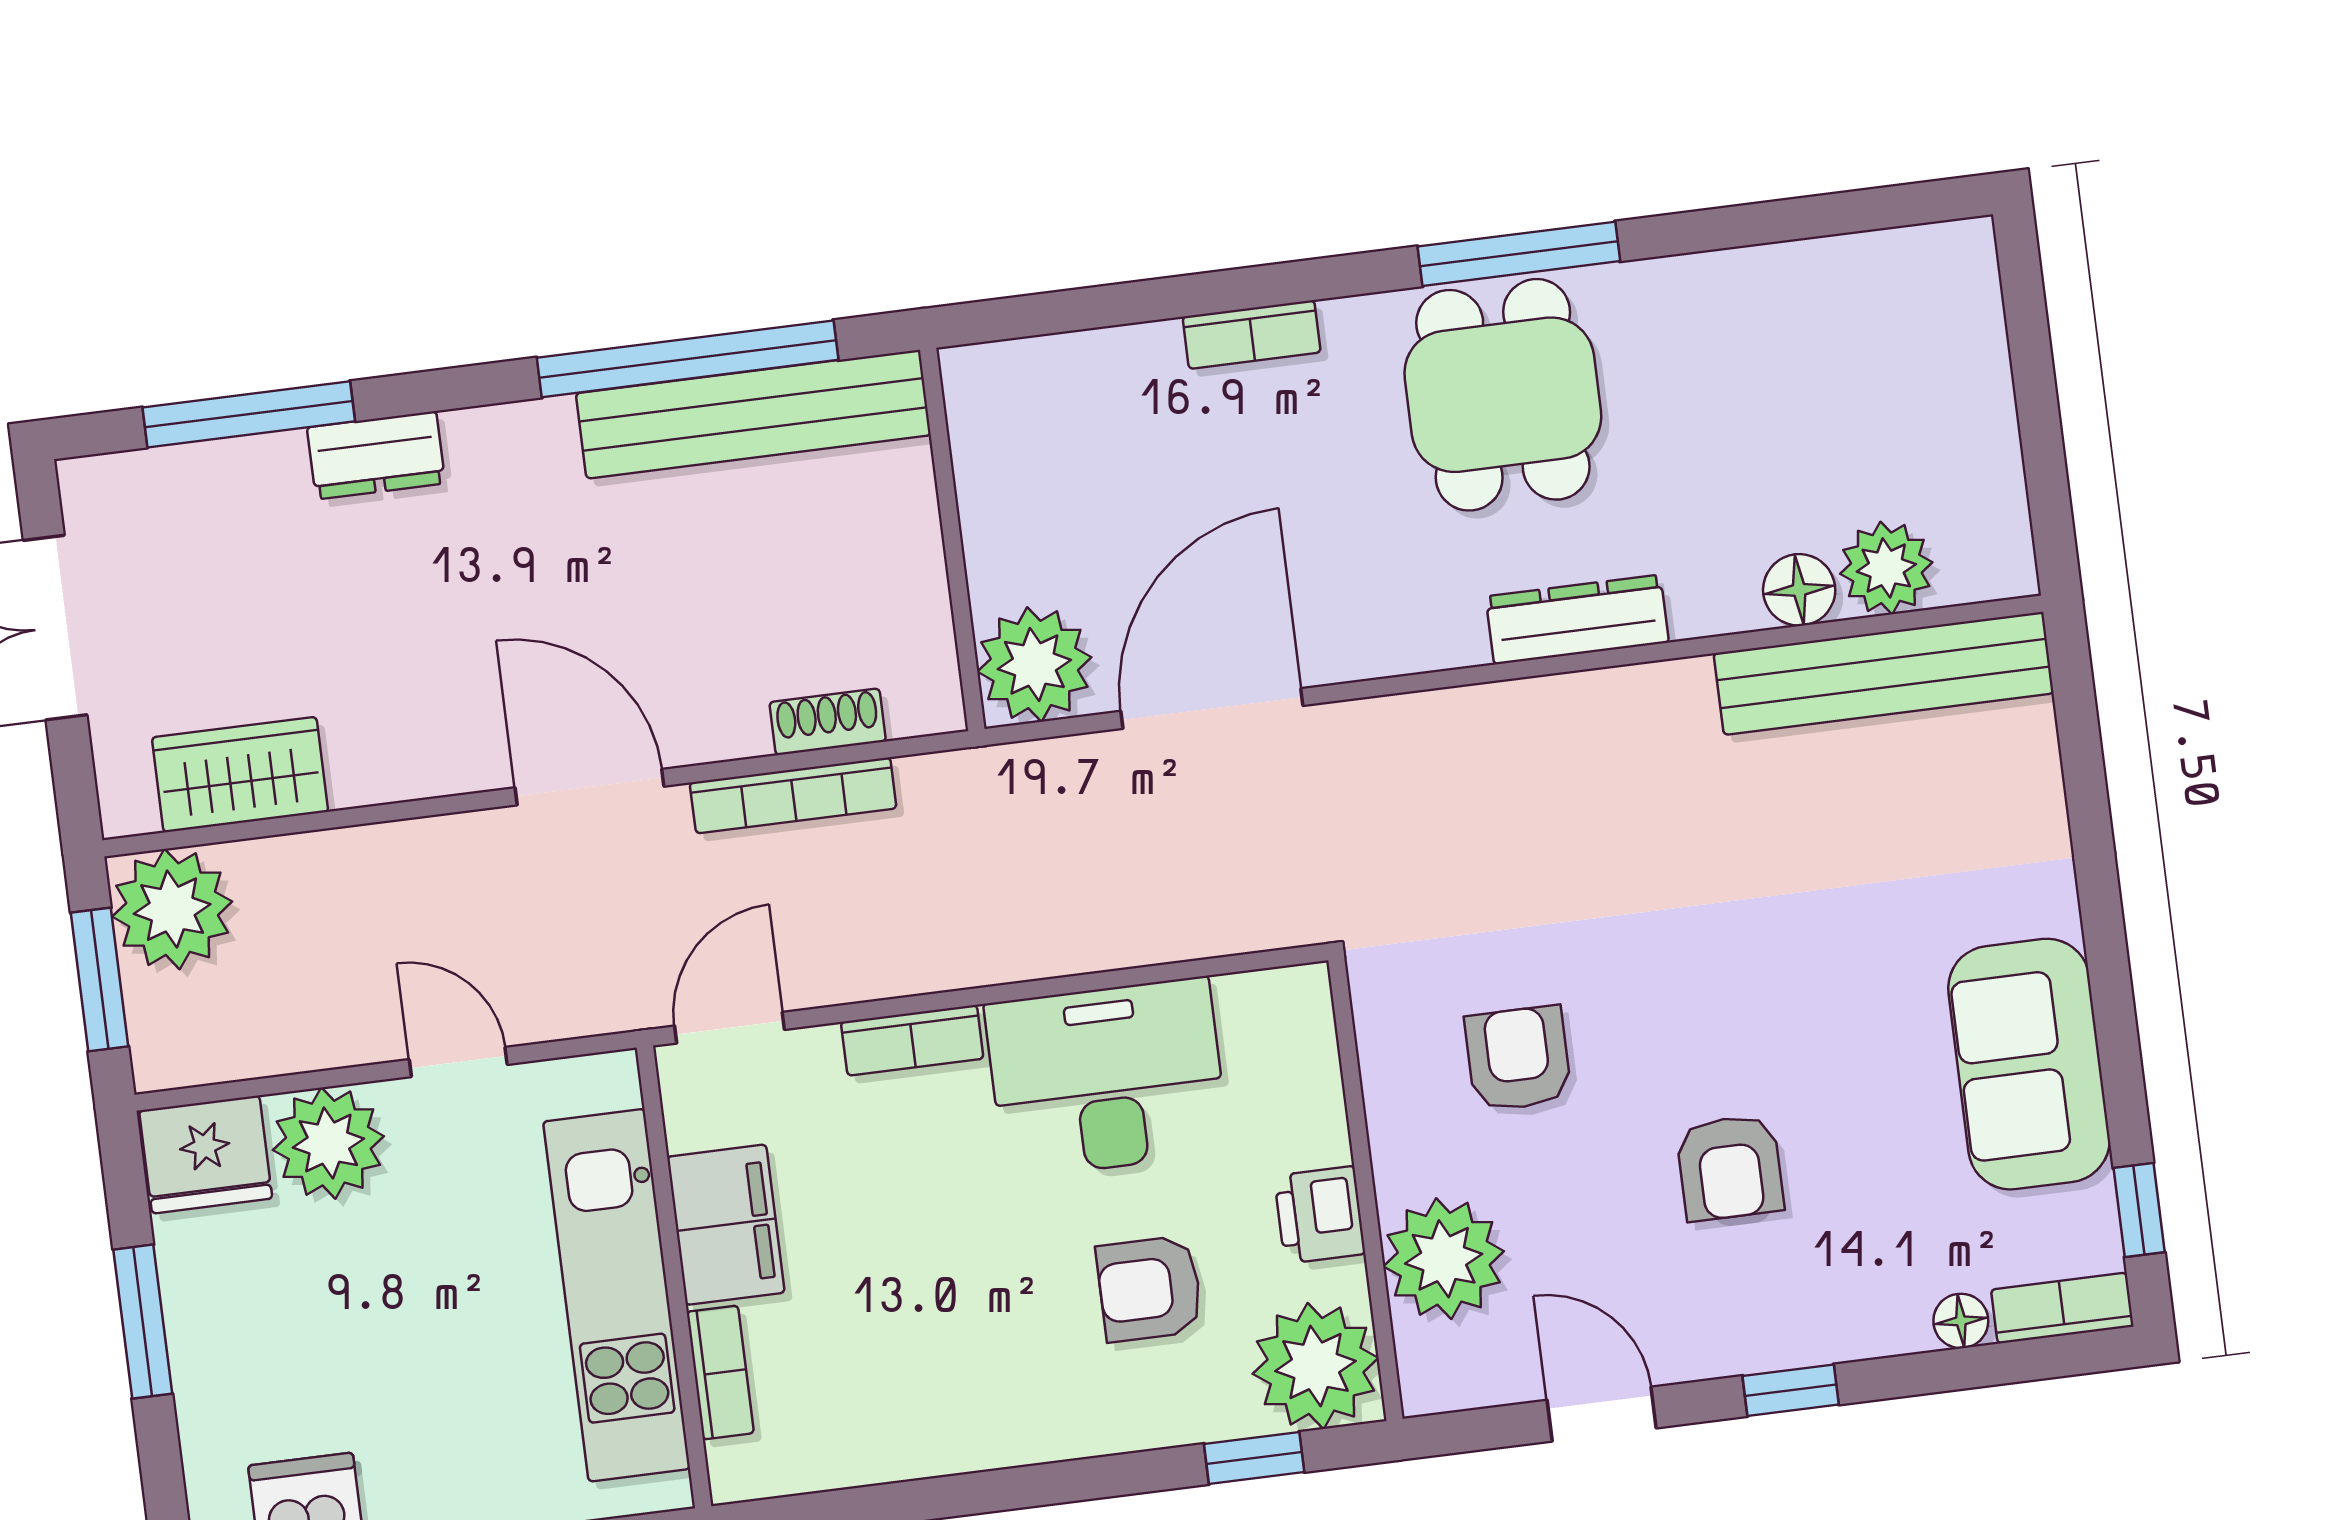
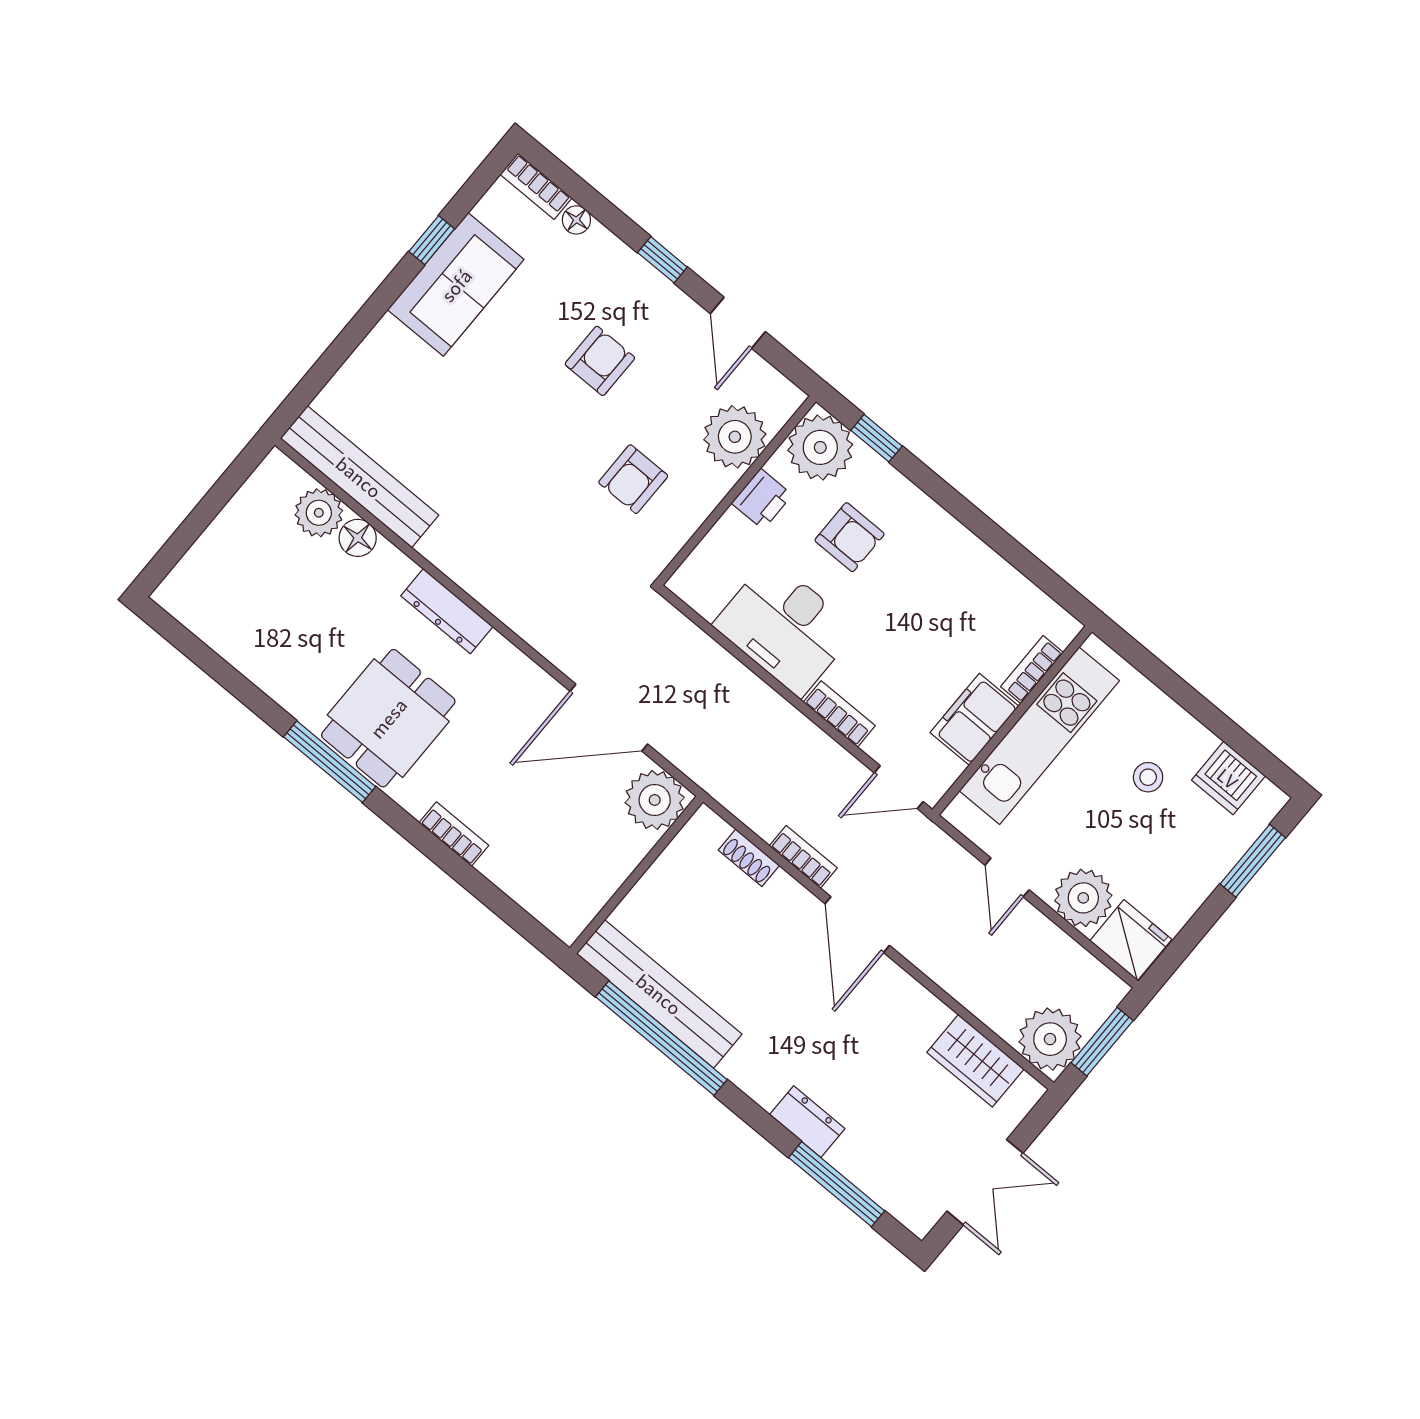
bookcase: (793, 795) -> (803, 857), width x0.64
window: (2139, 1210) -> (432, 240), moved
window: (143, 1322) -> (1253, 861), moved
stool: (414, 1395) -> (1148, 777), added

